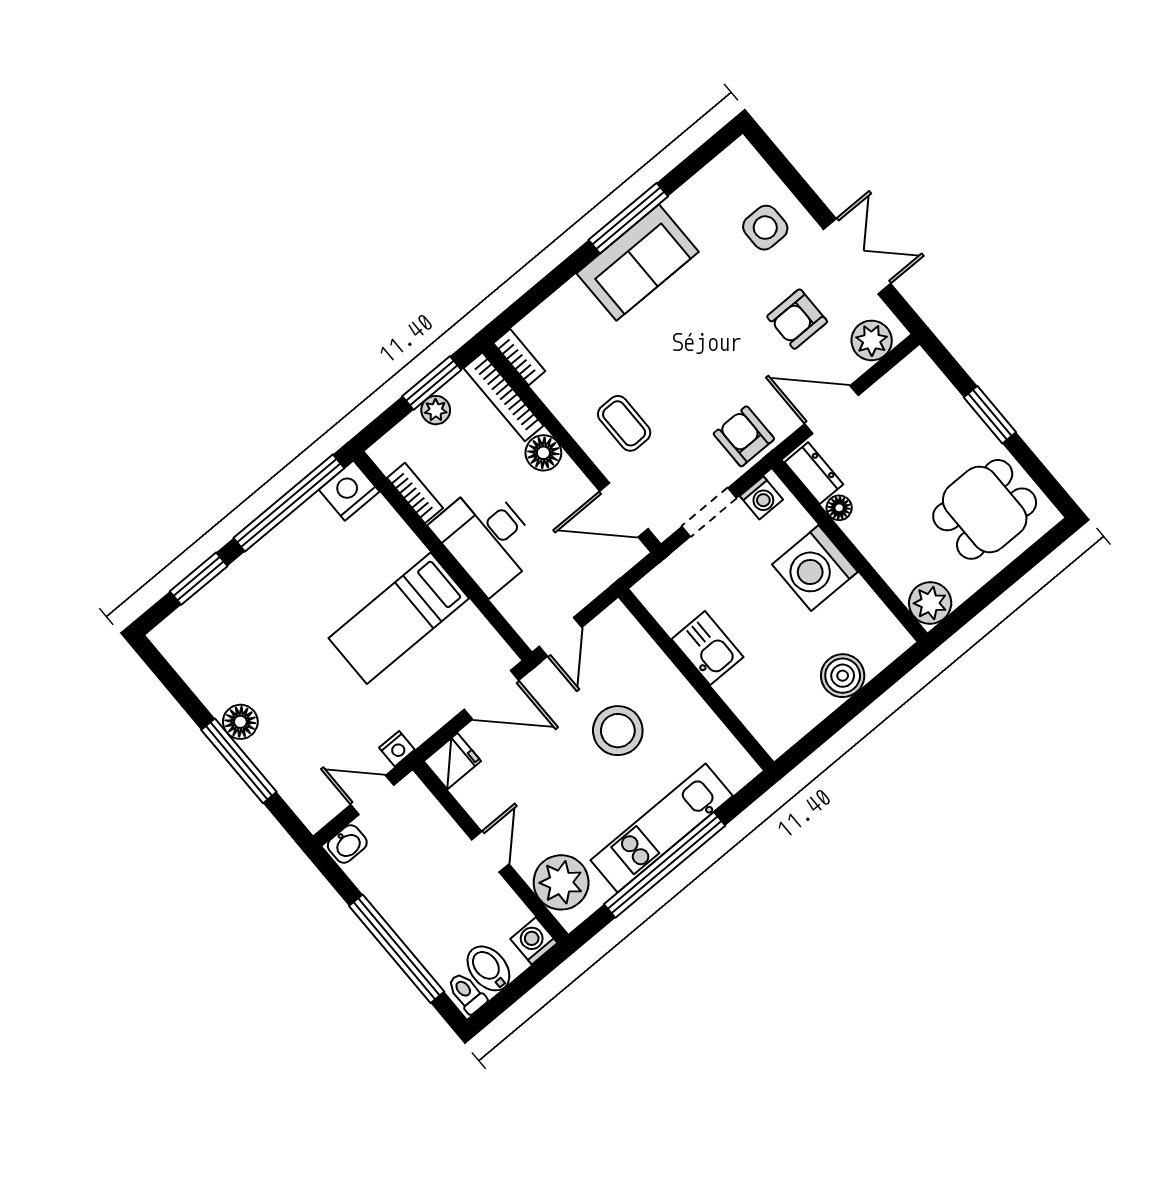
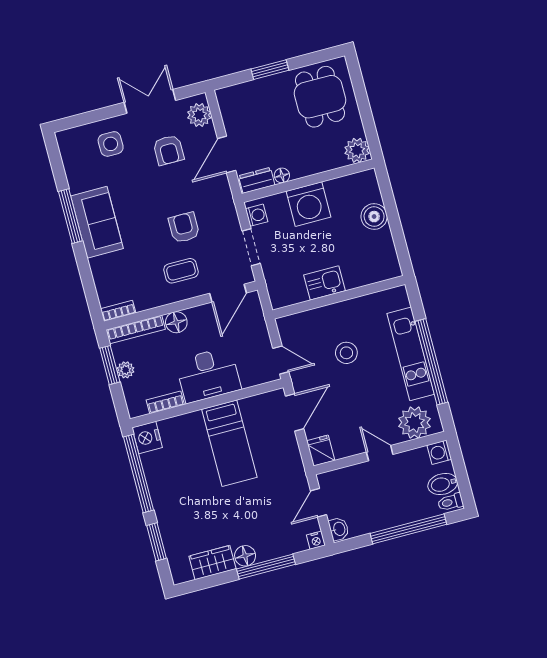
armchair: (744, 436) -> (184, 228), moved, turned 90
wardrobe: (207, 677) -> (212, 562), added
stool: (618, 731) -> (346, 353), width x0.73, depth x0.73
nightstand: (397, 749) -> (316, 540), moved, turned 90

